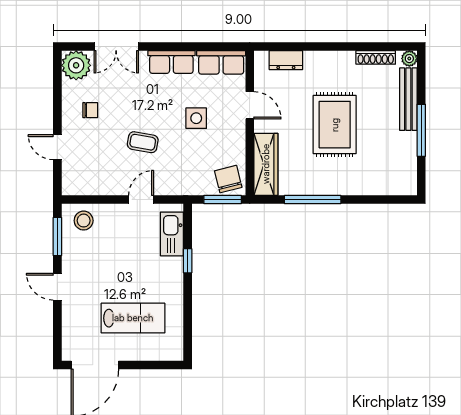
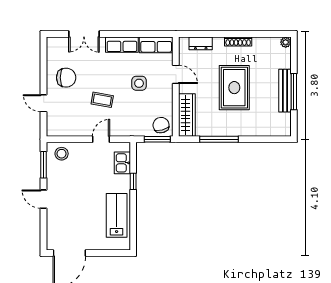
shoe rack: (376, 57) -> (238, 41), moved
plant: (76, 65) -> (56, 47), removed
bench: (408, 99) -> (285, 91), moved
chair: (90, 110) -> (66, 78), width x1.87, depth x1.87
kitchen sink: (172, 234) -> (122, 163), width x0.73
lab bench: (133, 318) -> (117, 215), moved, turned -90

